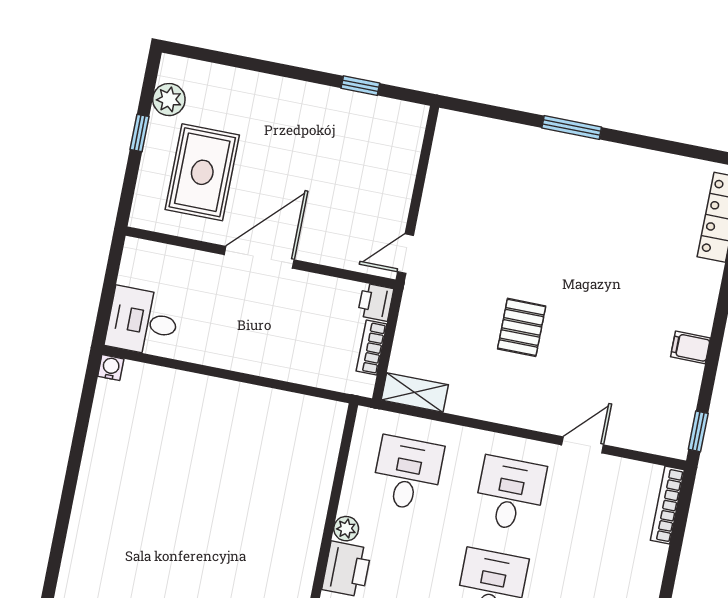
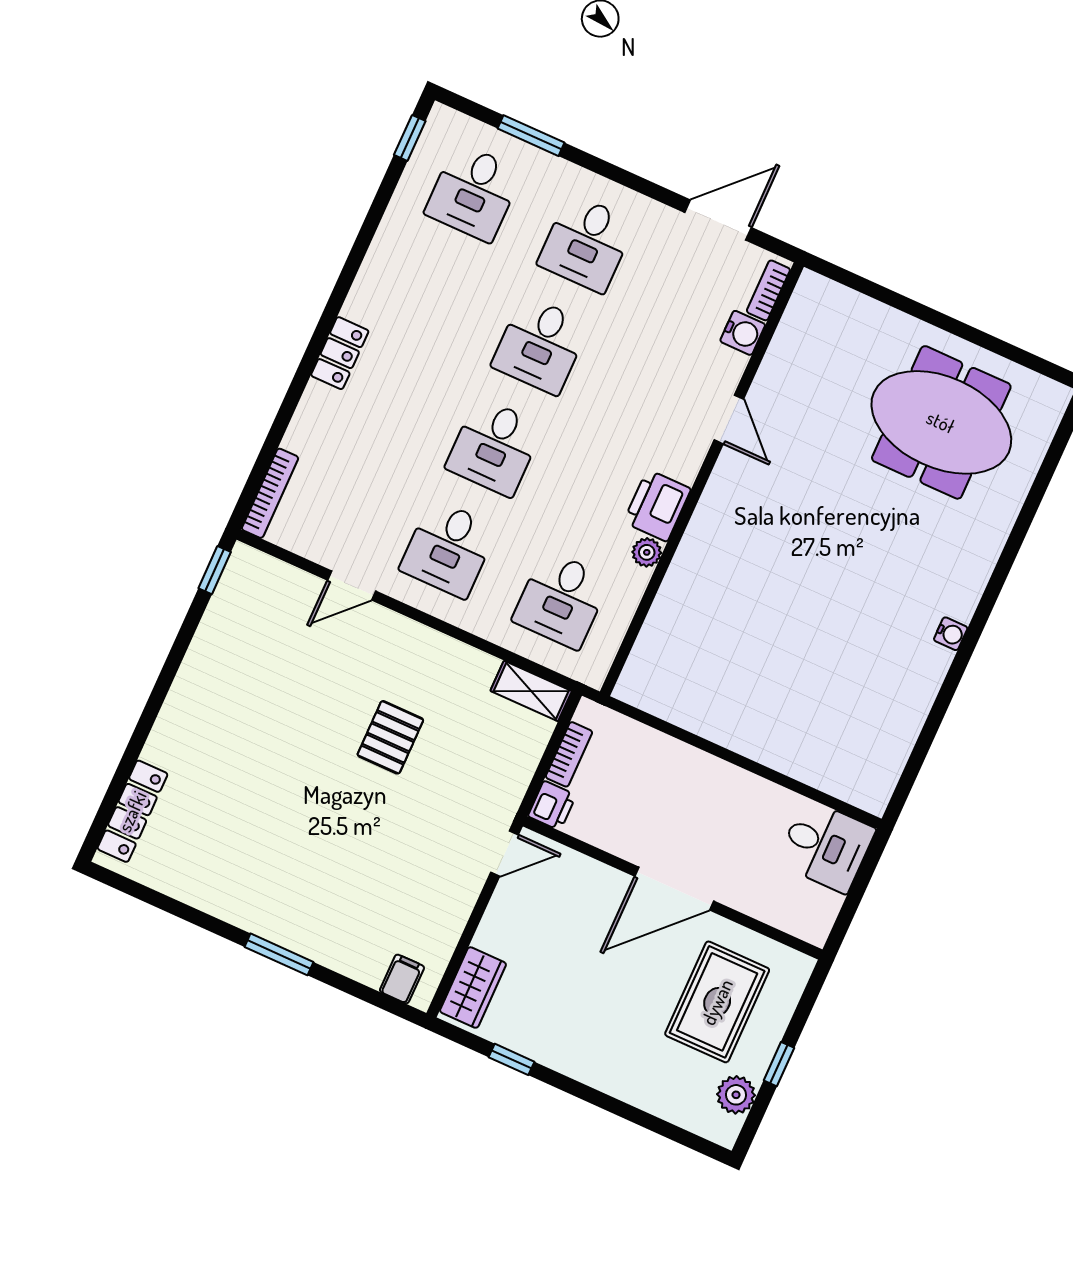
wardrobe: (406, 137) -> (473, 988), added
filing cabinet: (690, 347) -> (402, 979), moved, turned -90
water cooler: (111, 368) -> (951, 634), moved, turned -90

